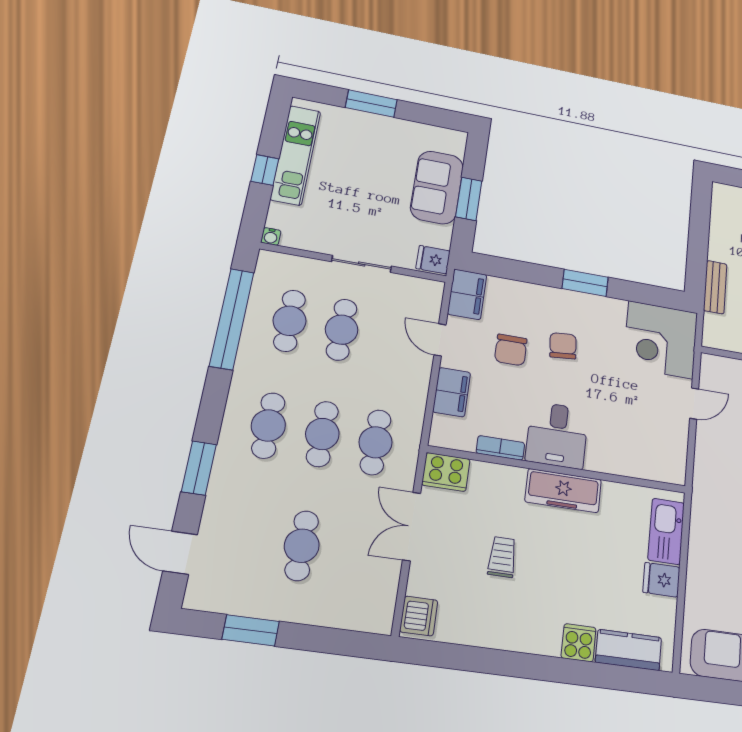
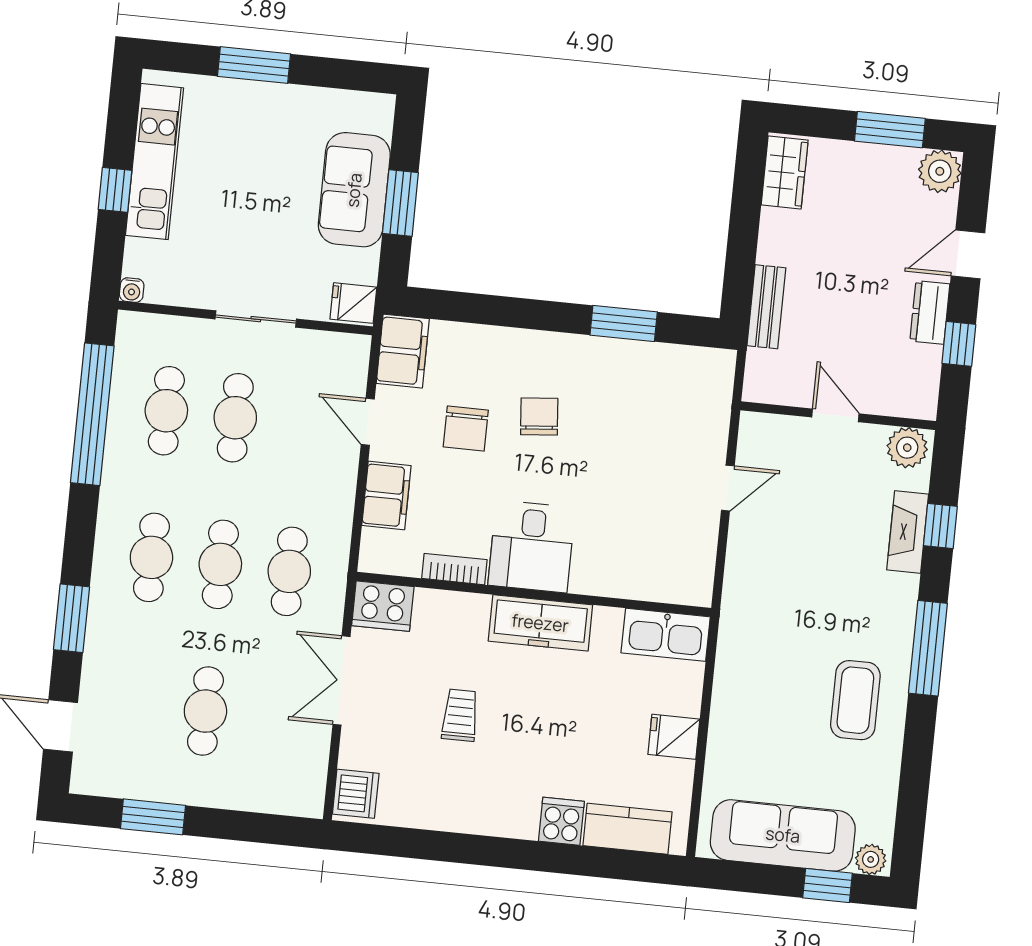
wardrobe: (723, 206) -> (785, 172), added
window: (585, 283) -> (624, 323), moved
corner desk: (661, 340) -> (681, 396), removed
kitchen sink: (666, 531) -> (666, 635), moved, turned -90

